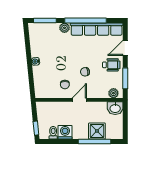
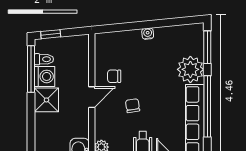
plant: (64, 28) -> (190, 69), width x1.87, depth x1.87
door: (79, 100) -> (92, 97), hinge flipped
shower: (97, 131) -> (46, 100), moved
window: (94, 142) -> (31, 69), moved

